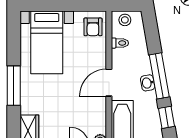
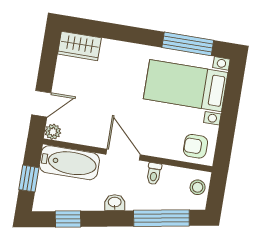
toilet: (120, 43) -> (154, 174), moved
window: (159, 76) -> (161, 218), moved
window: (14, 86) -> (188, 44), moved

